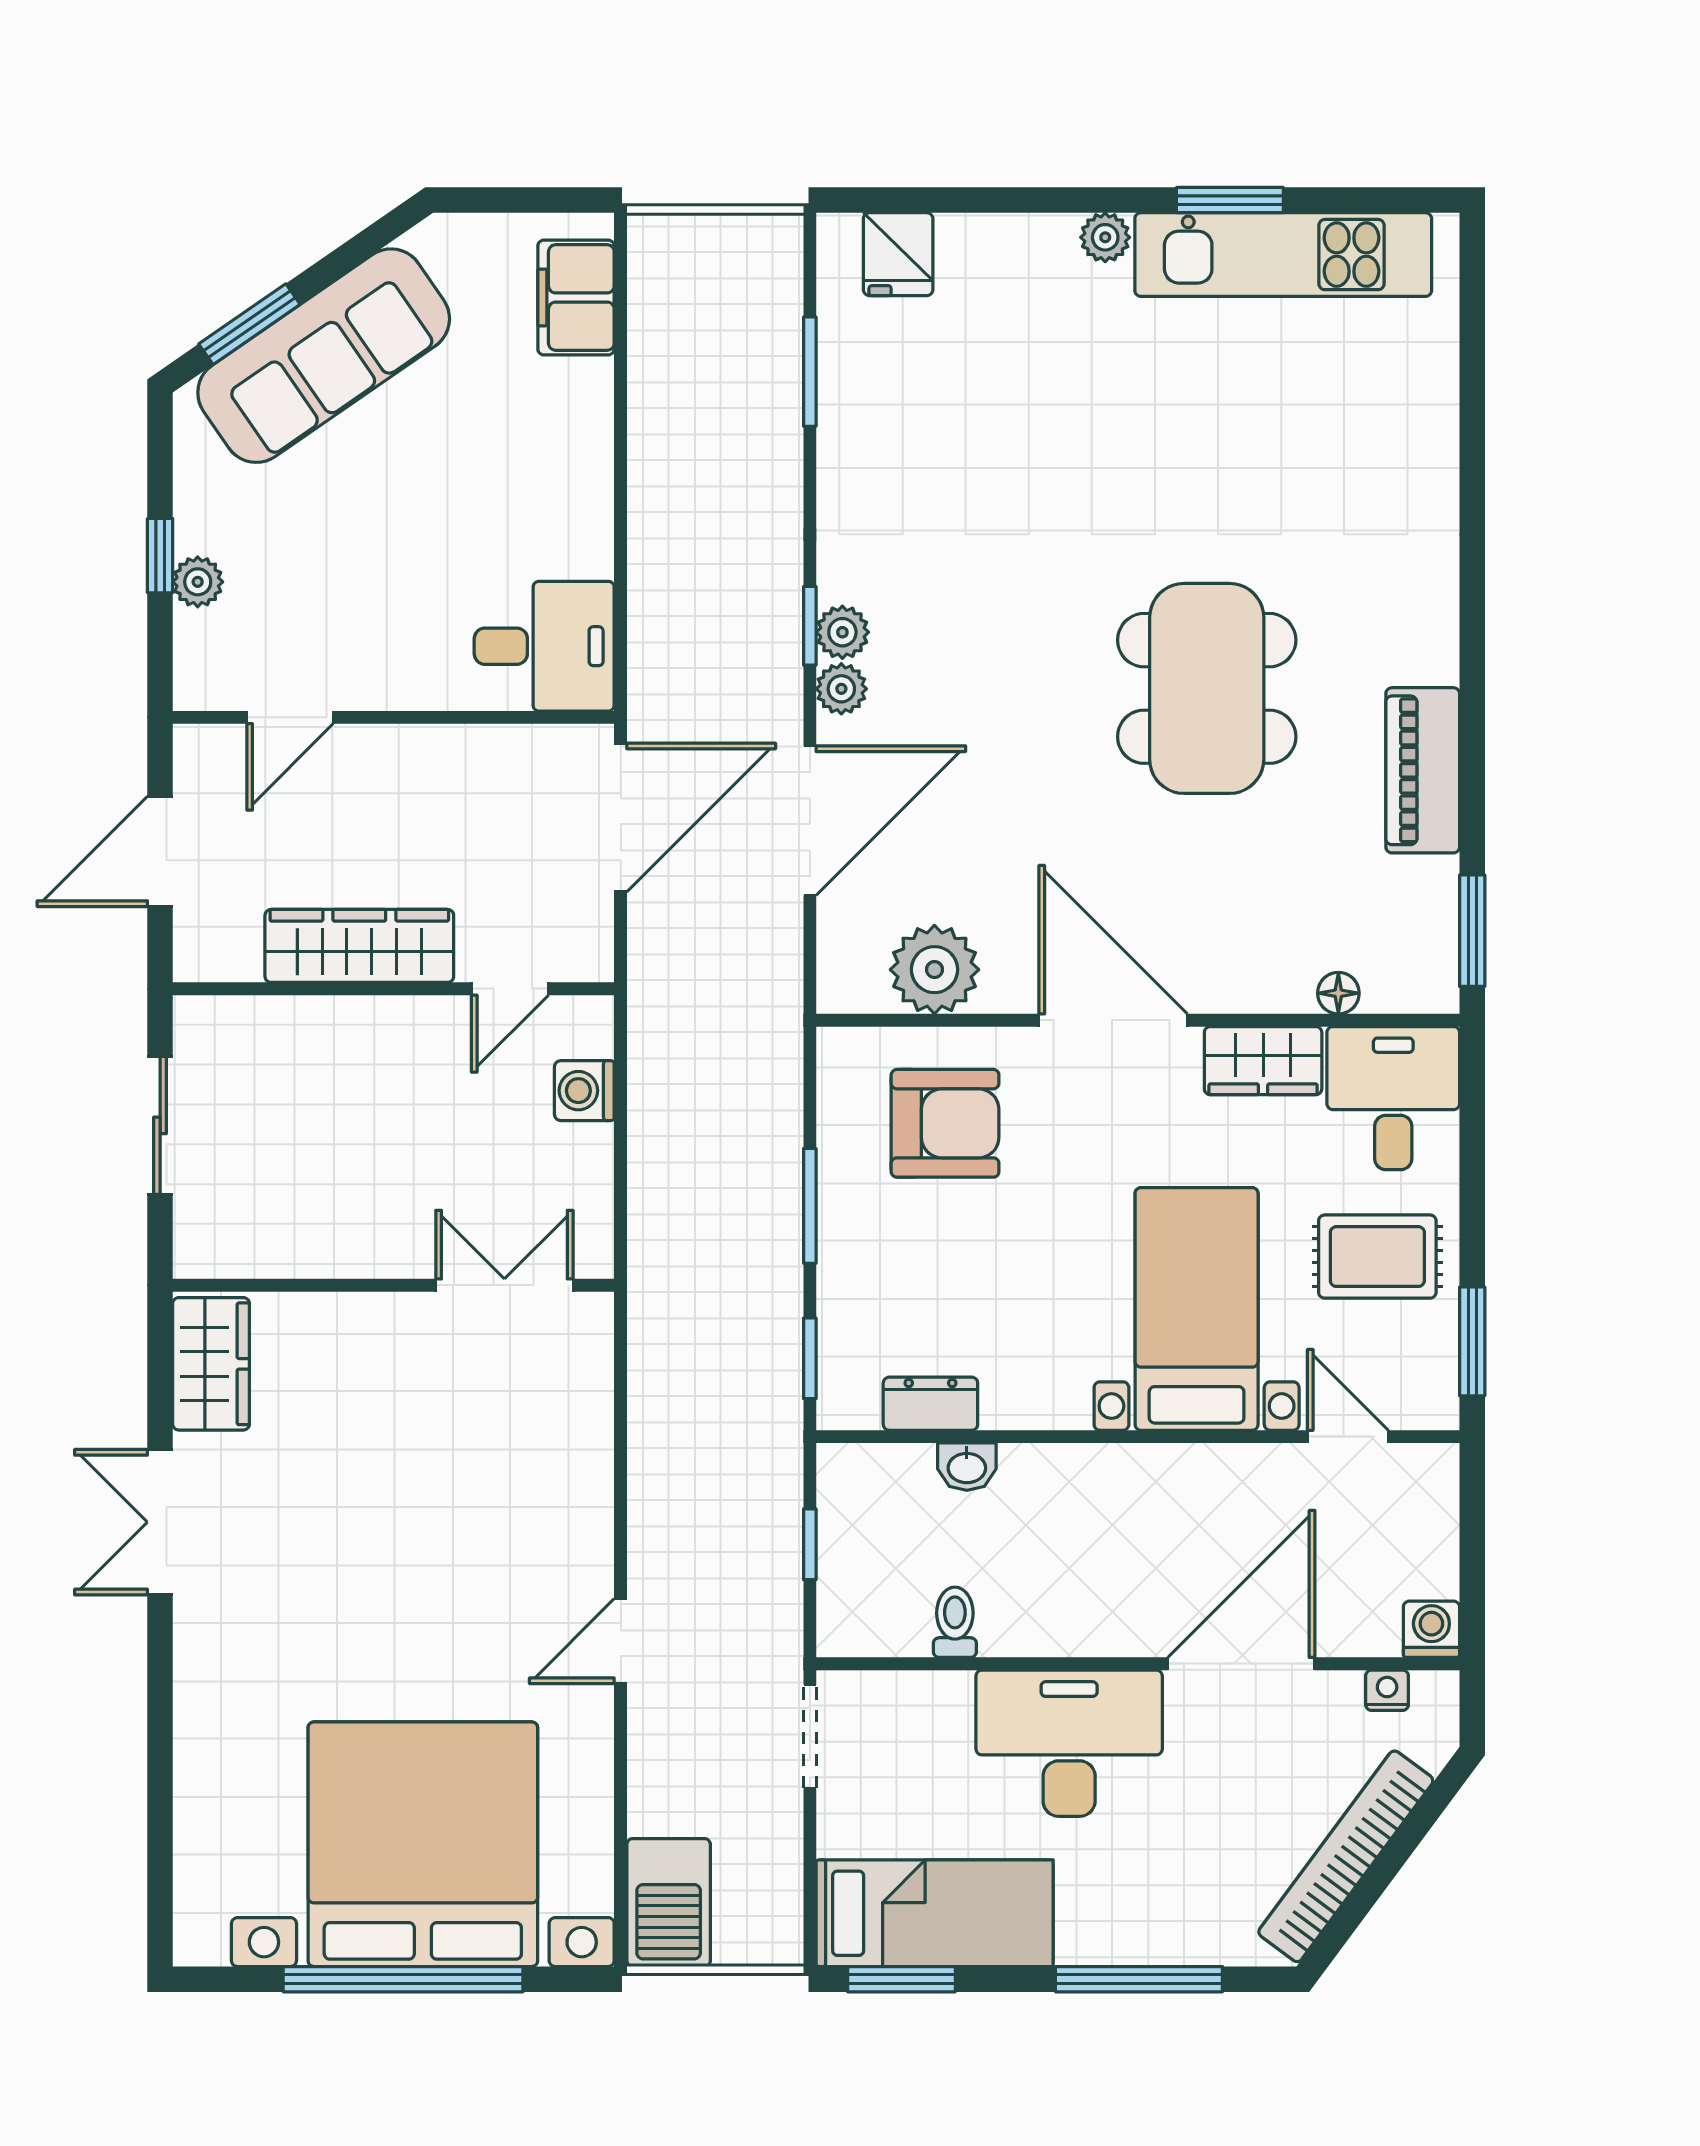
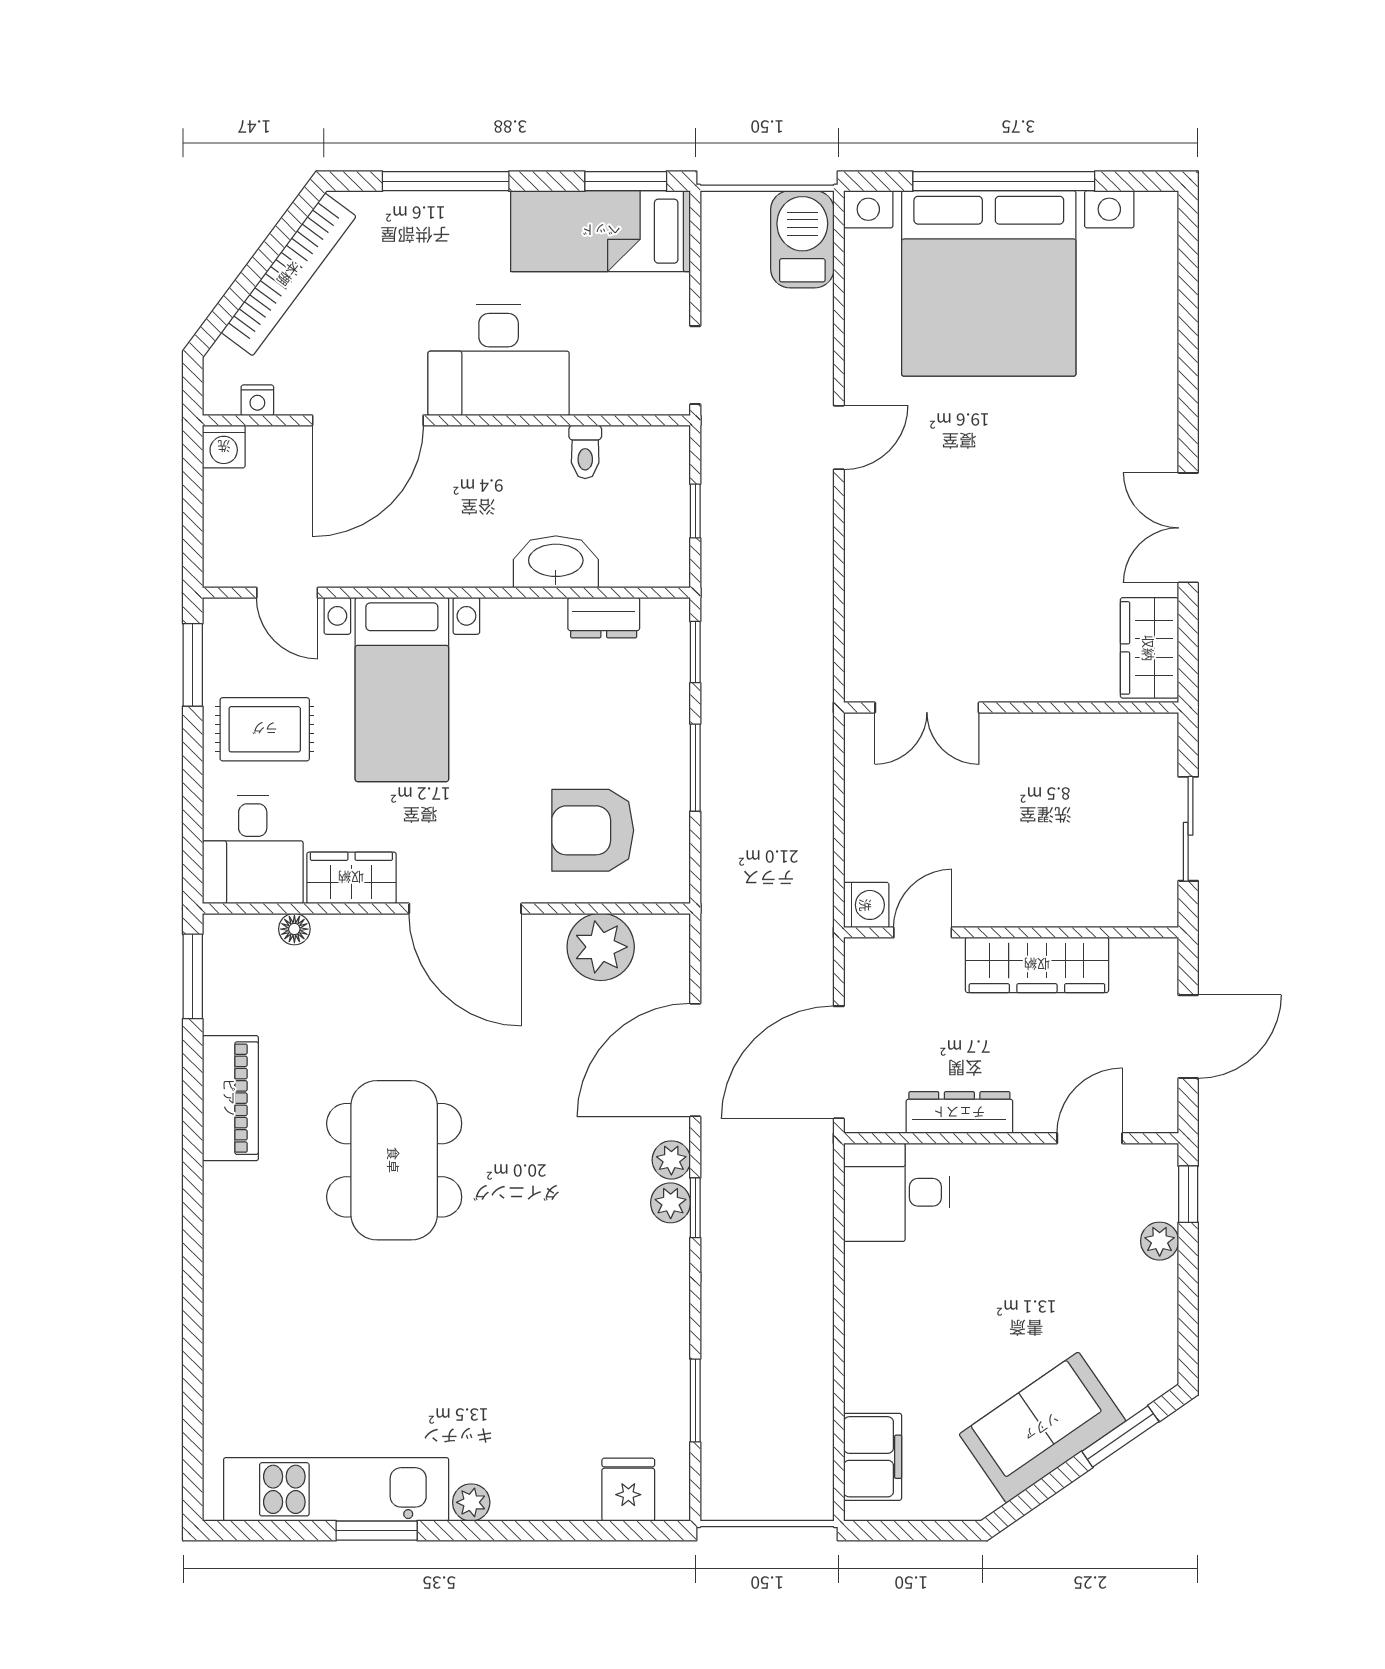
sofa: (324, 356) -> (1042, 1428), width x0.73
window: (160, 556) -> (1188, 1194), moved
dresser: (462, 751) -> (959, 1113), added
washing machine: (584, 1091) -> (866, 905), moved
washbasin: (967, 1467) -> (556, 562), width x1.91, depth x1.45
double door: (160, 1522) -> (1188, 528), swing flipped

